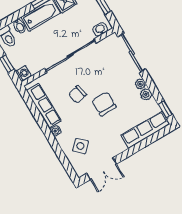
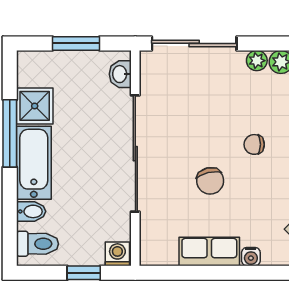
chair: (104, 104) -> (254, 144), width x0.54, depth x0.54
row of seats: (44, 106) -> (209, 251), width x0.68

